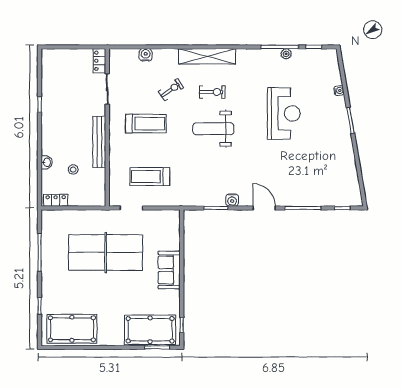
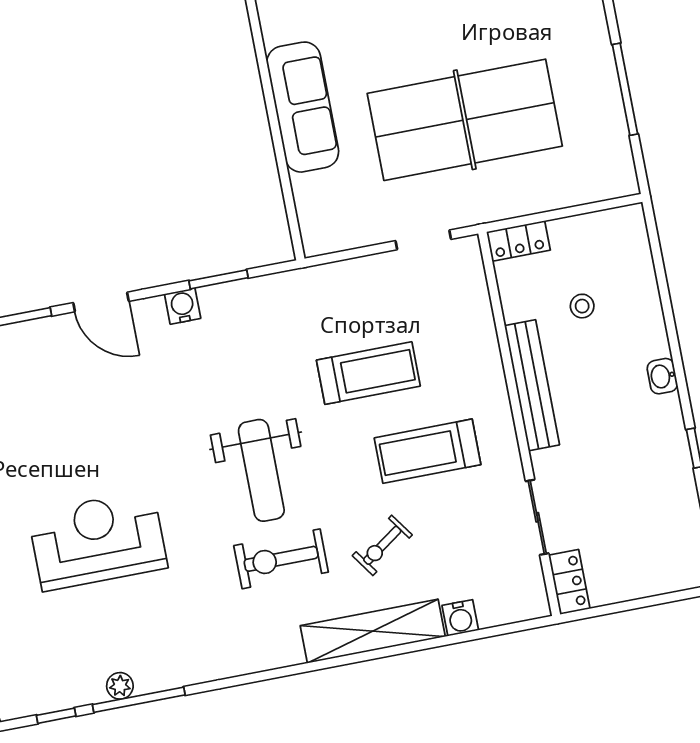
shelving: (207, 56) -> (373, 631), moved
exercise bike: (212, 92) -> (281, 559), width x1.38, depth x1.39
reception desk: (284, 113) -> (98, 540), turned 90
weight bench: (213, 129) -> (261, 470), turned 90
washbasin: (47, 162) -> (662, 376), moved
treadmill: (150, 177) -> (368, 373), moved
locker: (56, 200) -> (518, 241), moved
sofa: (169, 270) -> (303, 107), width x1.36

